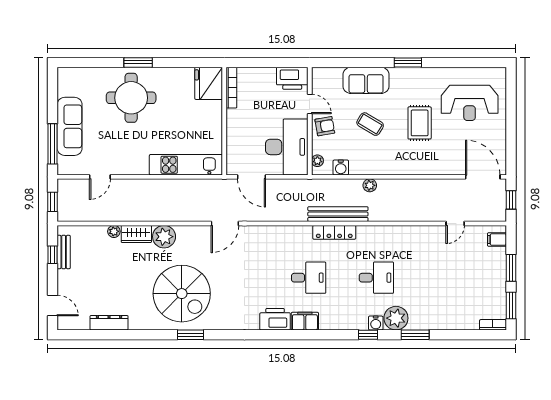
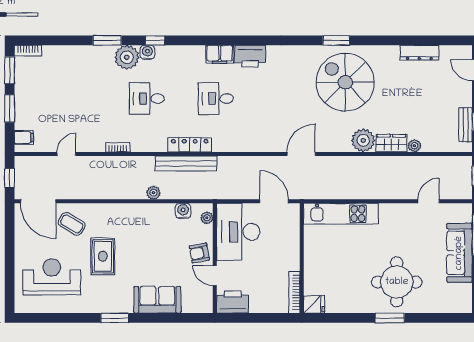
fridge: (209, 83) -> (314, 304), width x0.53, depth x0.75
coffee table: (370, 124) -> (72, 224), moved
bookcase: (405, 230) -> (118, 147), added

